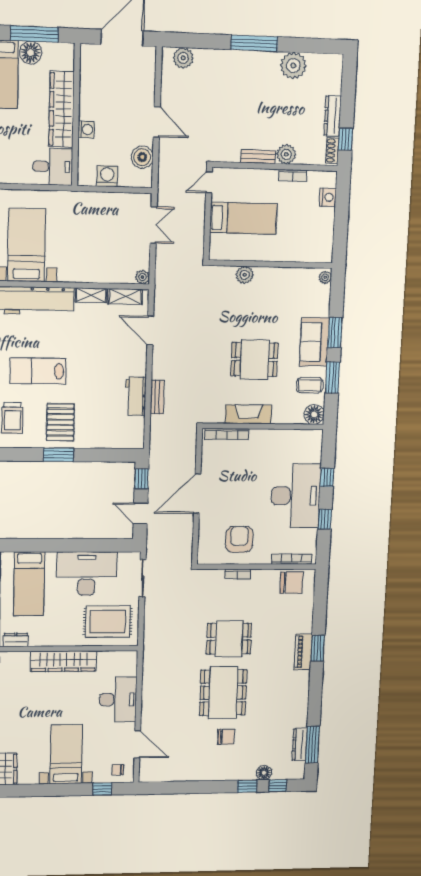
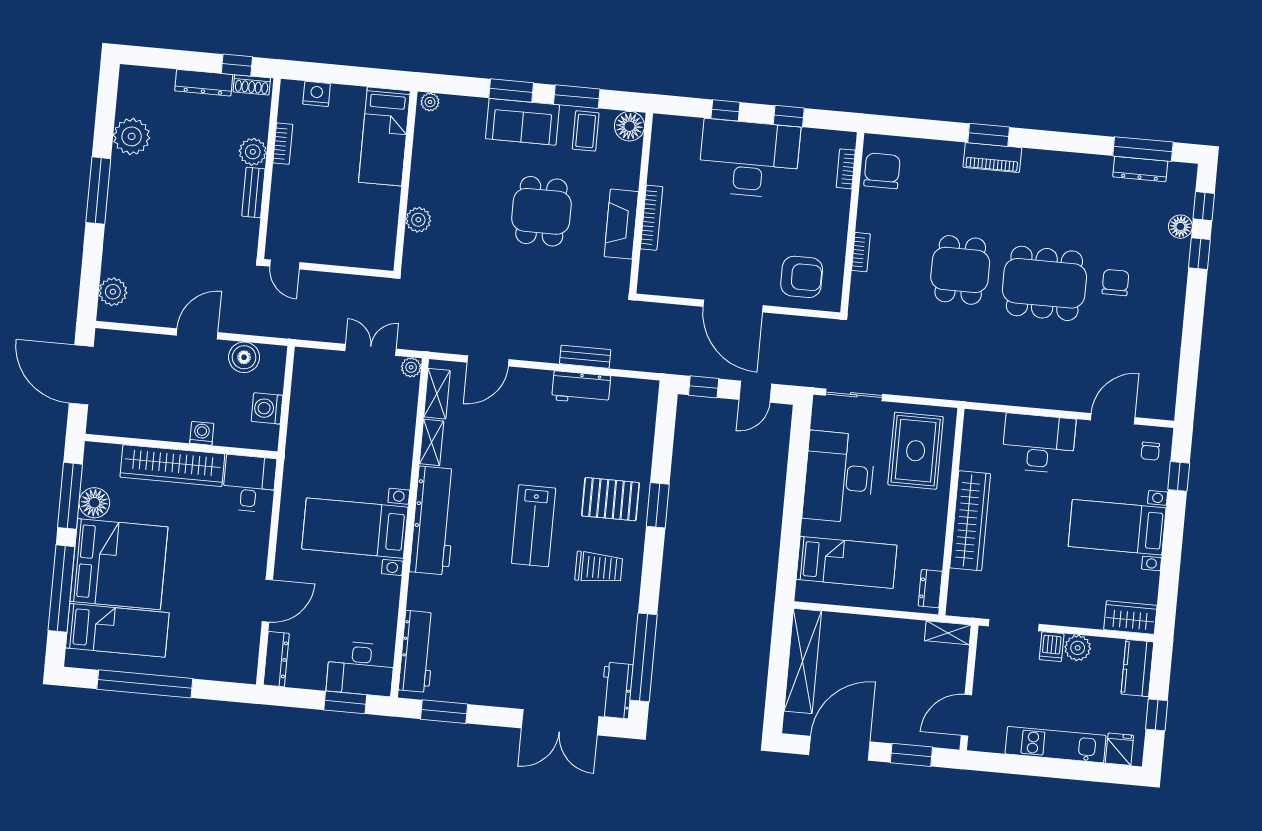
bed: (243, 218) -> (384, 137), moved, turned 180
double door: (154, 225) -> (371, 350), moved
bookcase: (227, 434) -> (651, 218), moved
armchair: (239, 539) -> (802, 277), moved, turned 180
bookcase: (292, 559) -> (846, 169), width x0.64

